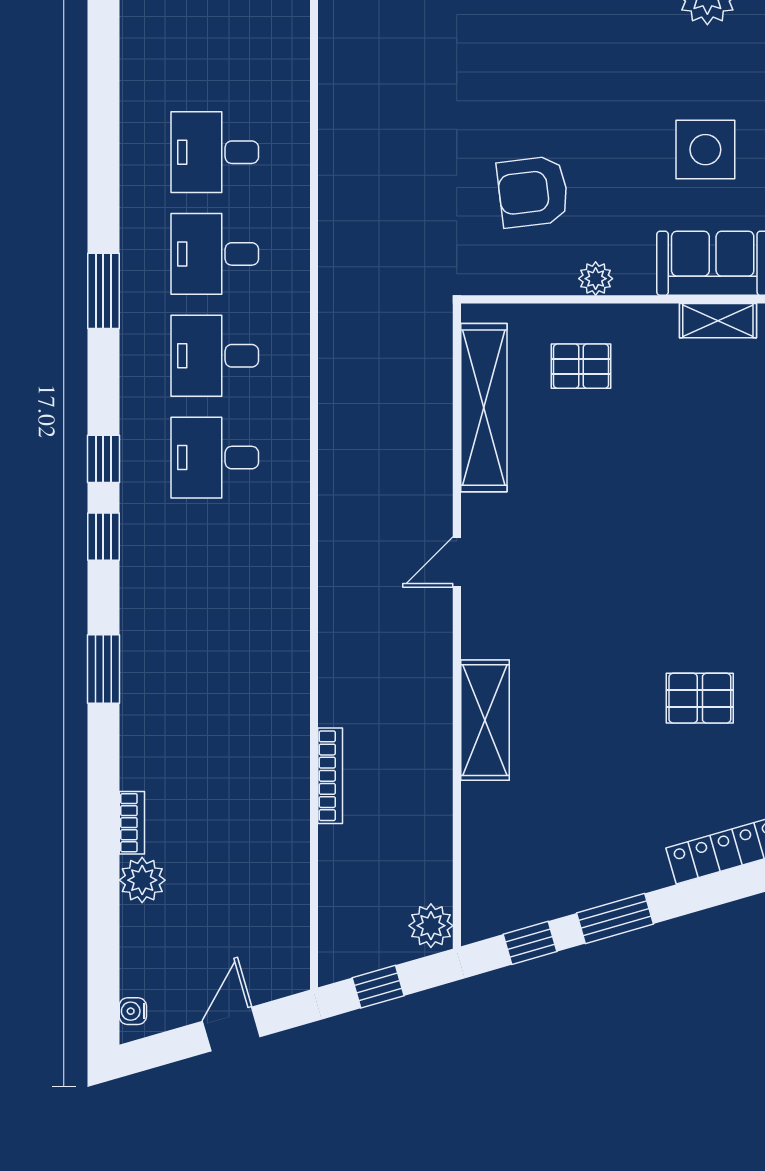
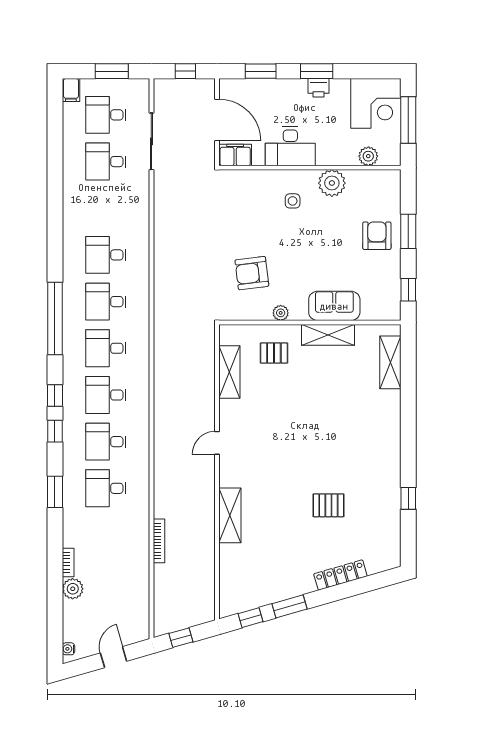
side table: (705, 150) -> (293, 201), moved, width x0.54, depth x0.54
window: (103, 291) -> (55, 319), width x2.11
shelving: (718, 321) -> (328, 335), width x1.50, depth x1.33
shelving: (484, 408) -> (229, 372), width x0.68
desk: (215, 559) -> (106, 442), added
desk: (215, 661) -> (106, 488), added
plant: (431, 926) -> (205, 610), removed

